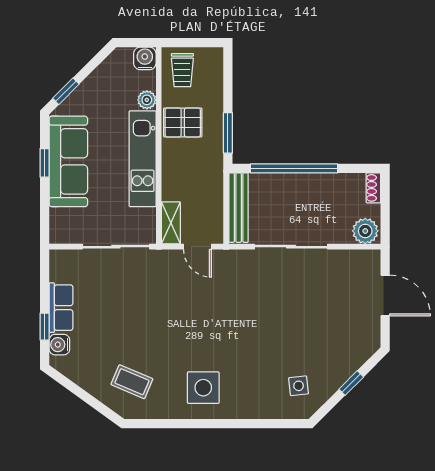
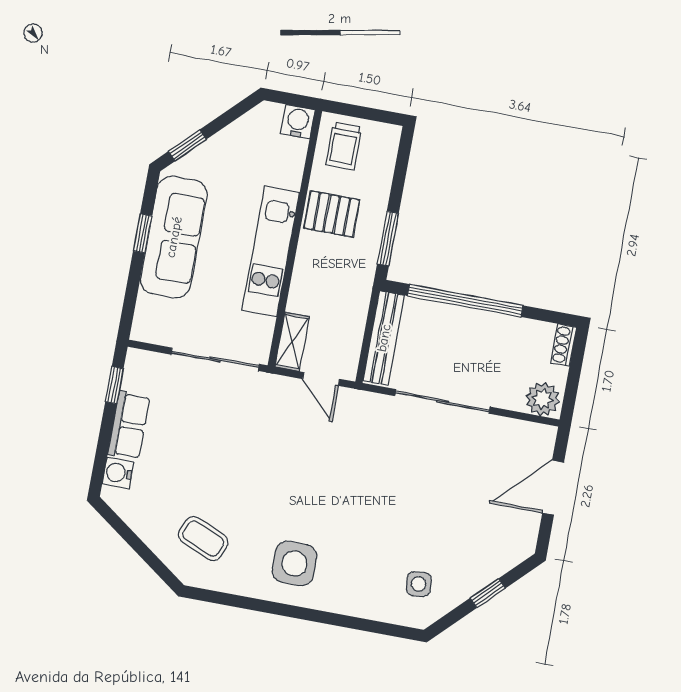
plant: (147, 100) -> (290, 176), removed
door: (385, 296) -> (553, 488), swing flipped
window: (45, 327) -> (114, 385), moved

